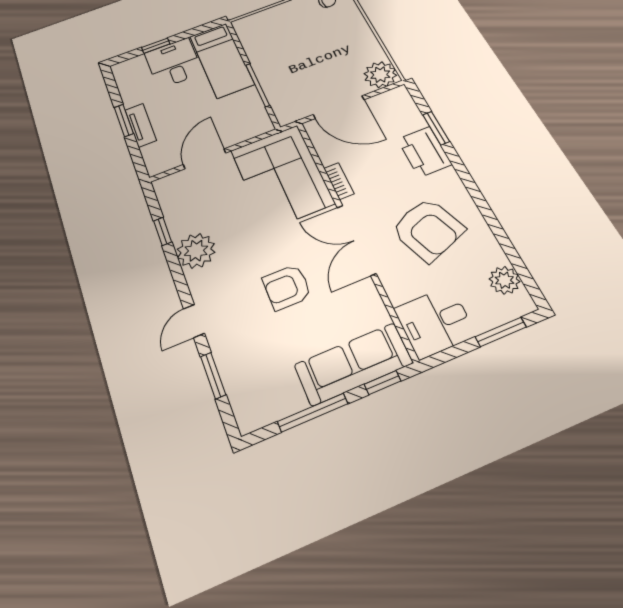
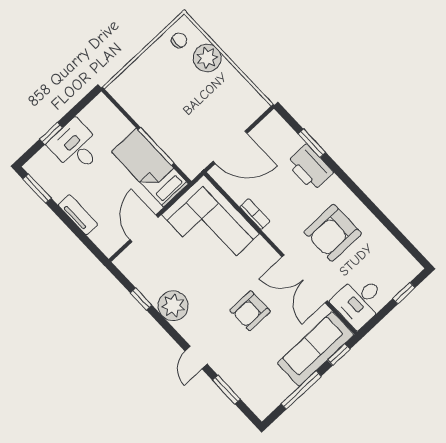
bed: (222, 60) -> (150, 168), moved, turned 180
plant: (380, 75) -> (207, 58), moved
window: (124, 120) -> (37, 189), moved
armchair: (428, 229) -> (333, 233), turned 111
double door: (356, 240) -> (305, 279), moved
plant: (505, 280) -> (396, 255), removed
window: (501, 332) -> (404, 293), width x0.67

